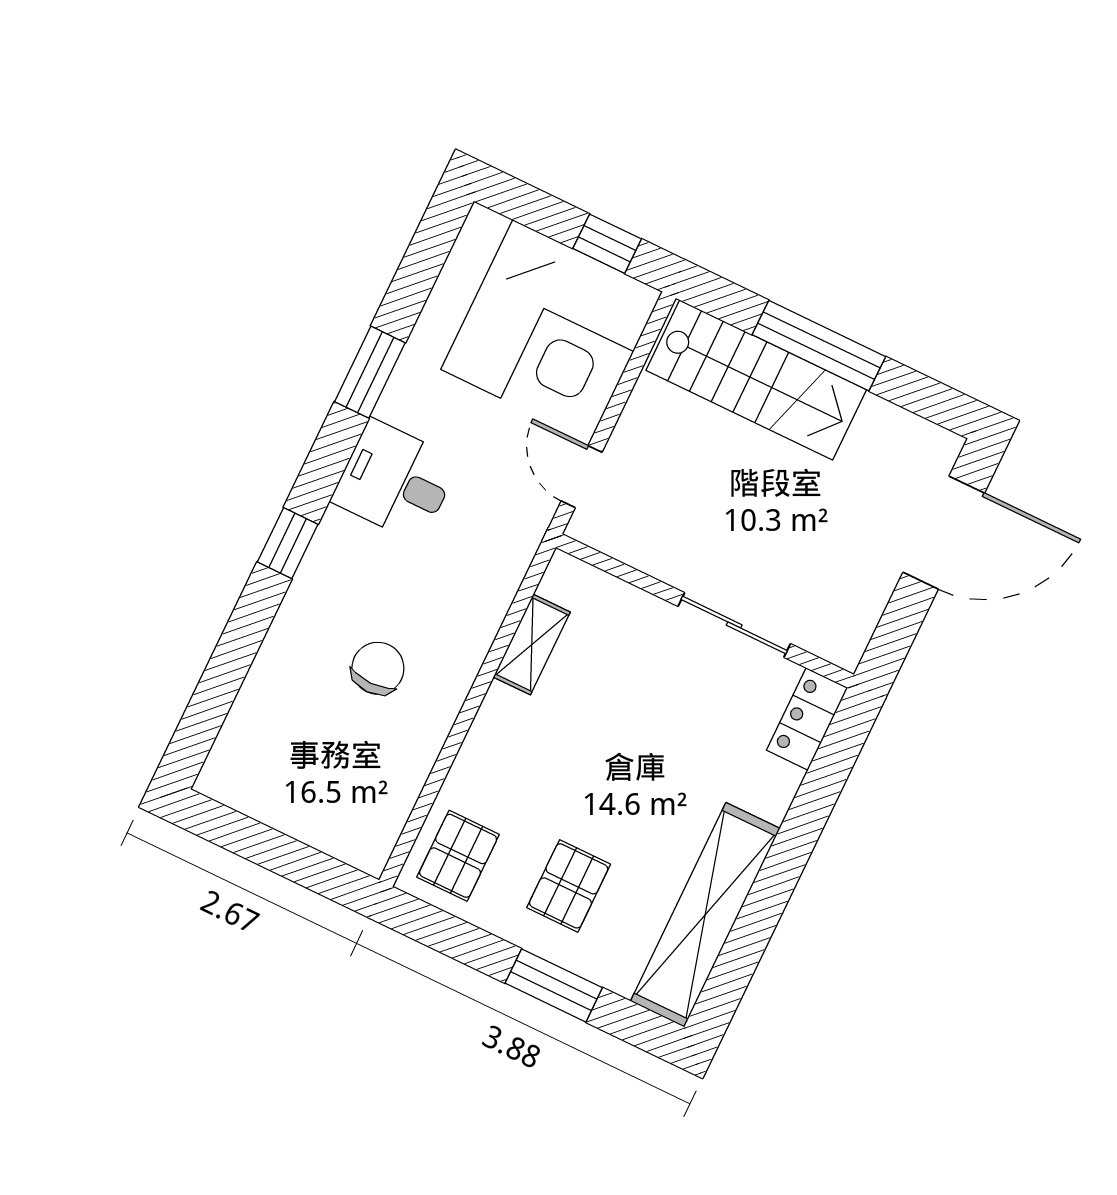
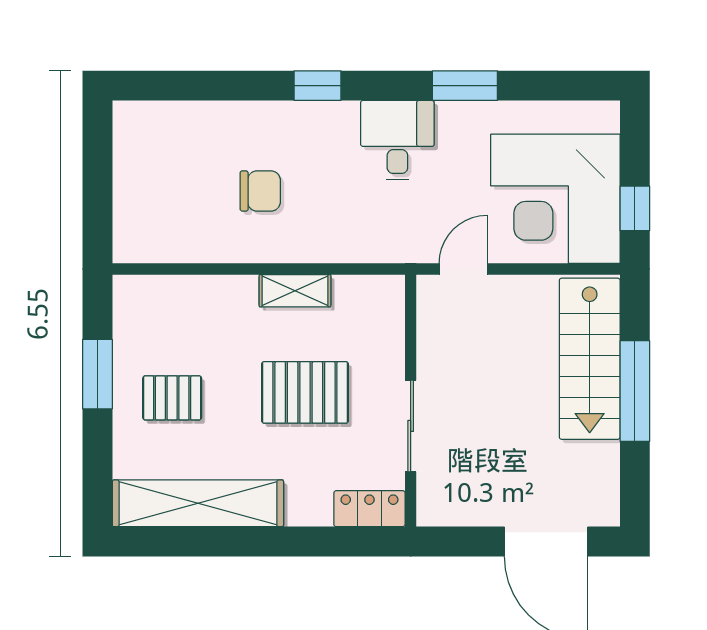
shelving: (532, 645) -> (295, 291), moved
pallet: (458, 856) -> (305, 392), moved, width x1.50, depth x1.42
window: (554, 985) -> (97, 374), moved

